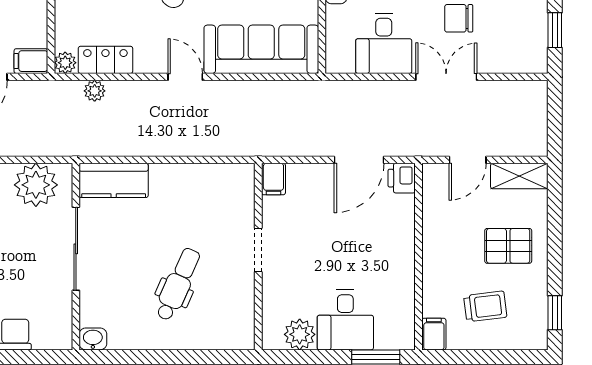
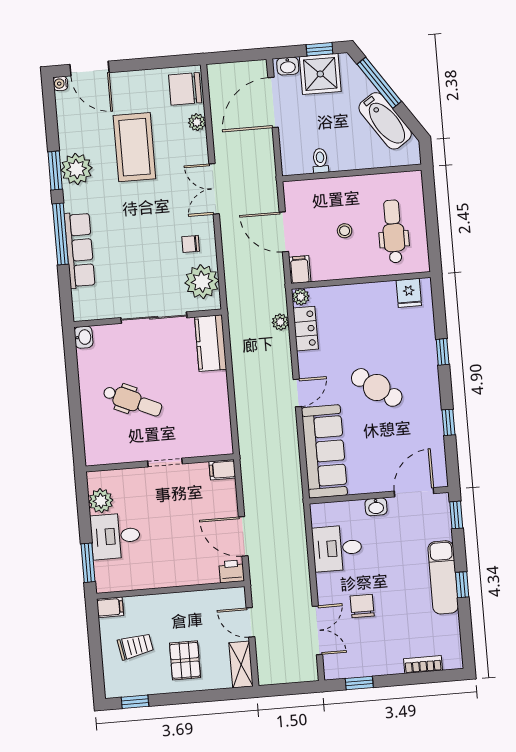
double door: (446, 77) -> (317, 630), moved
trolley: (485, 306) -> (135, 646), turned -93

